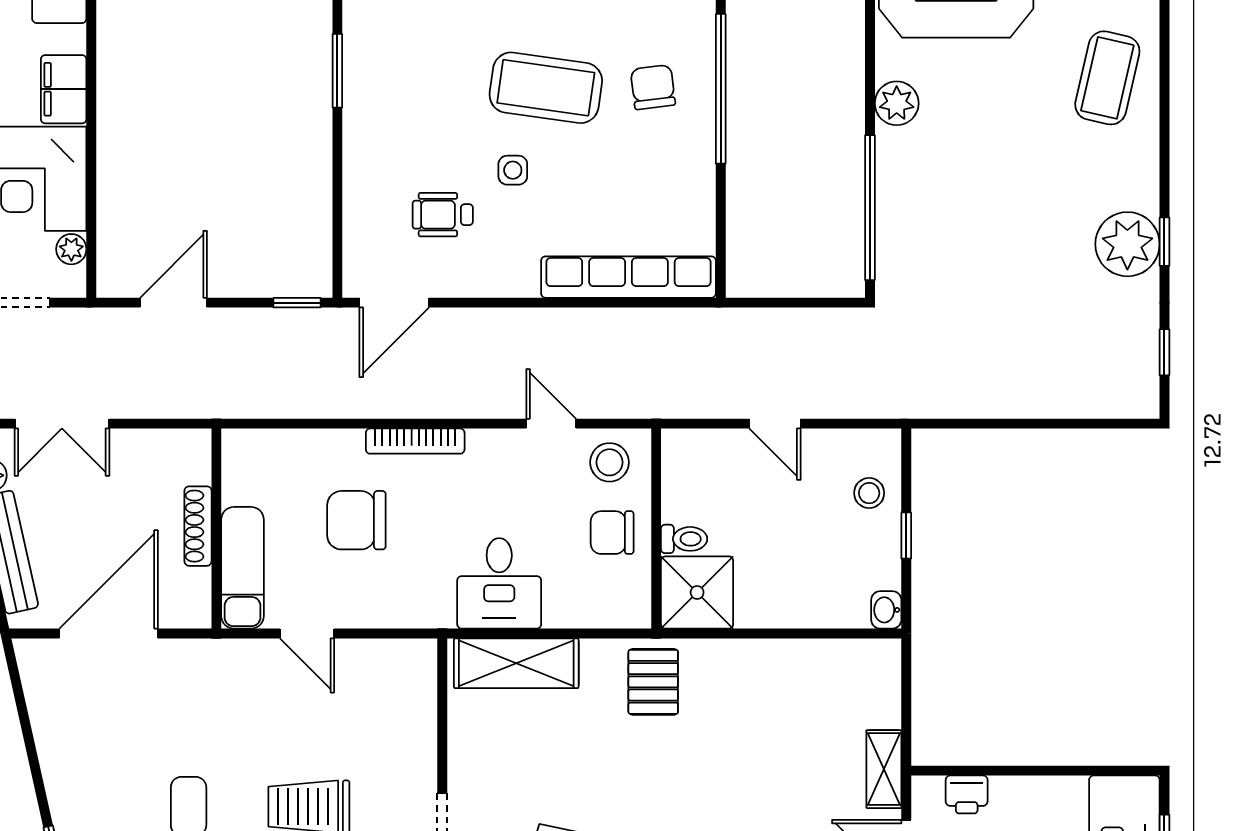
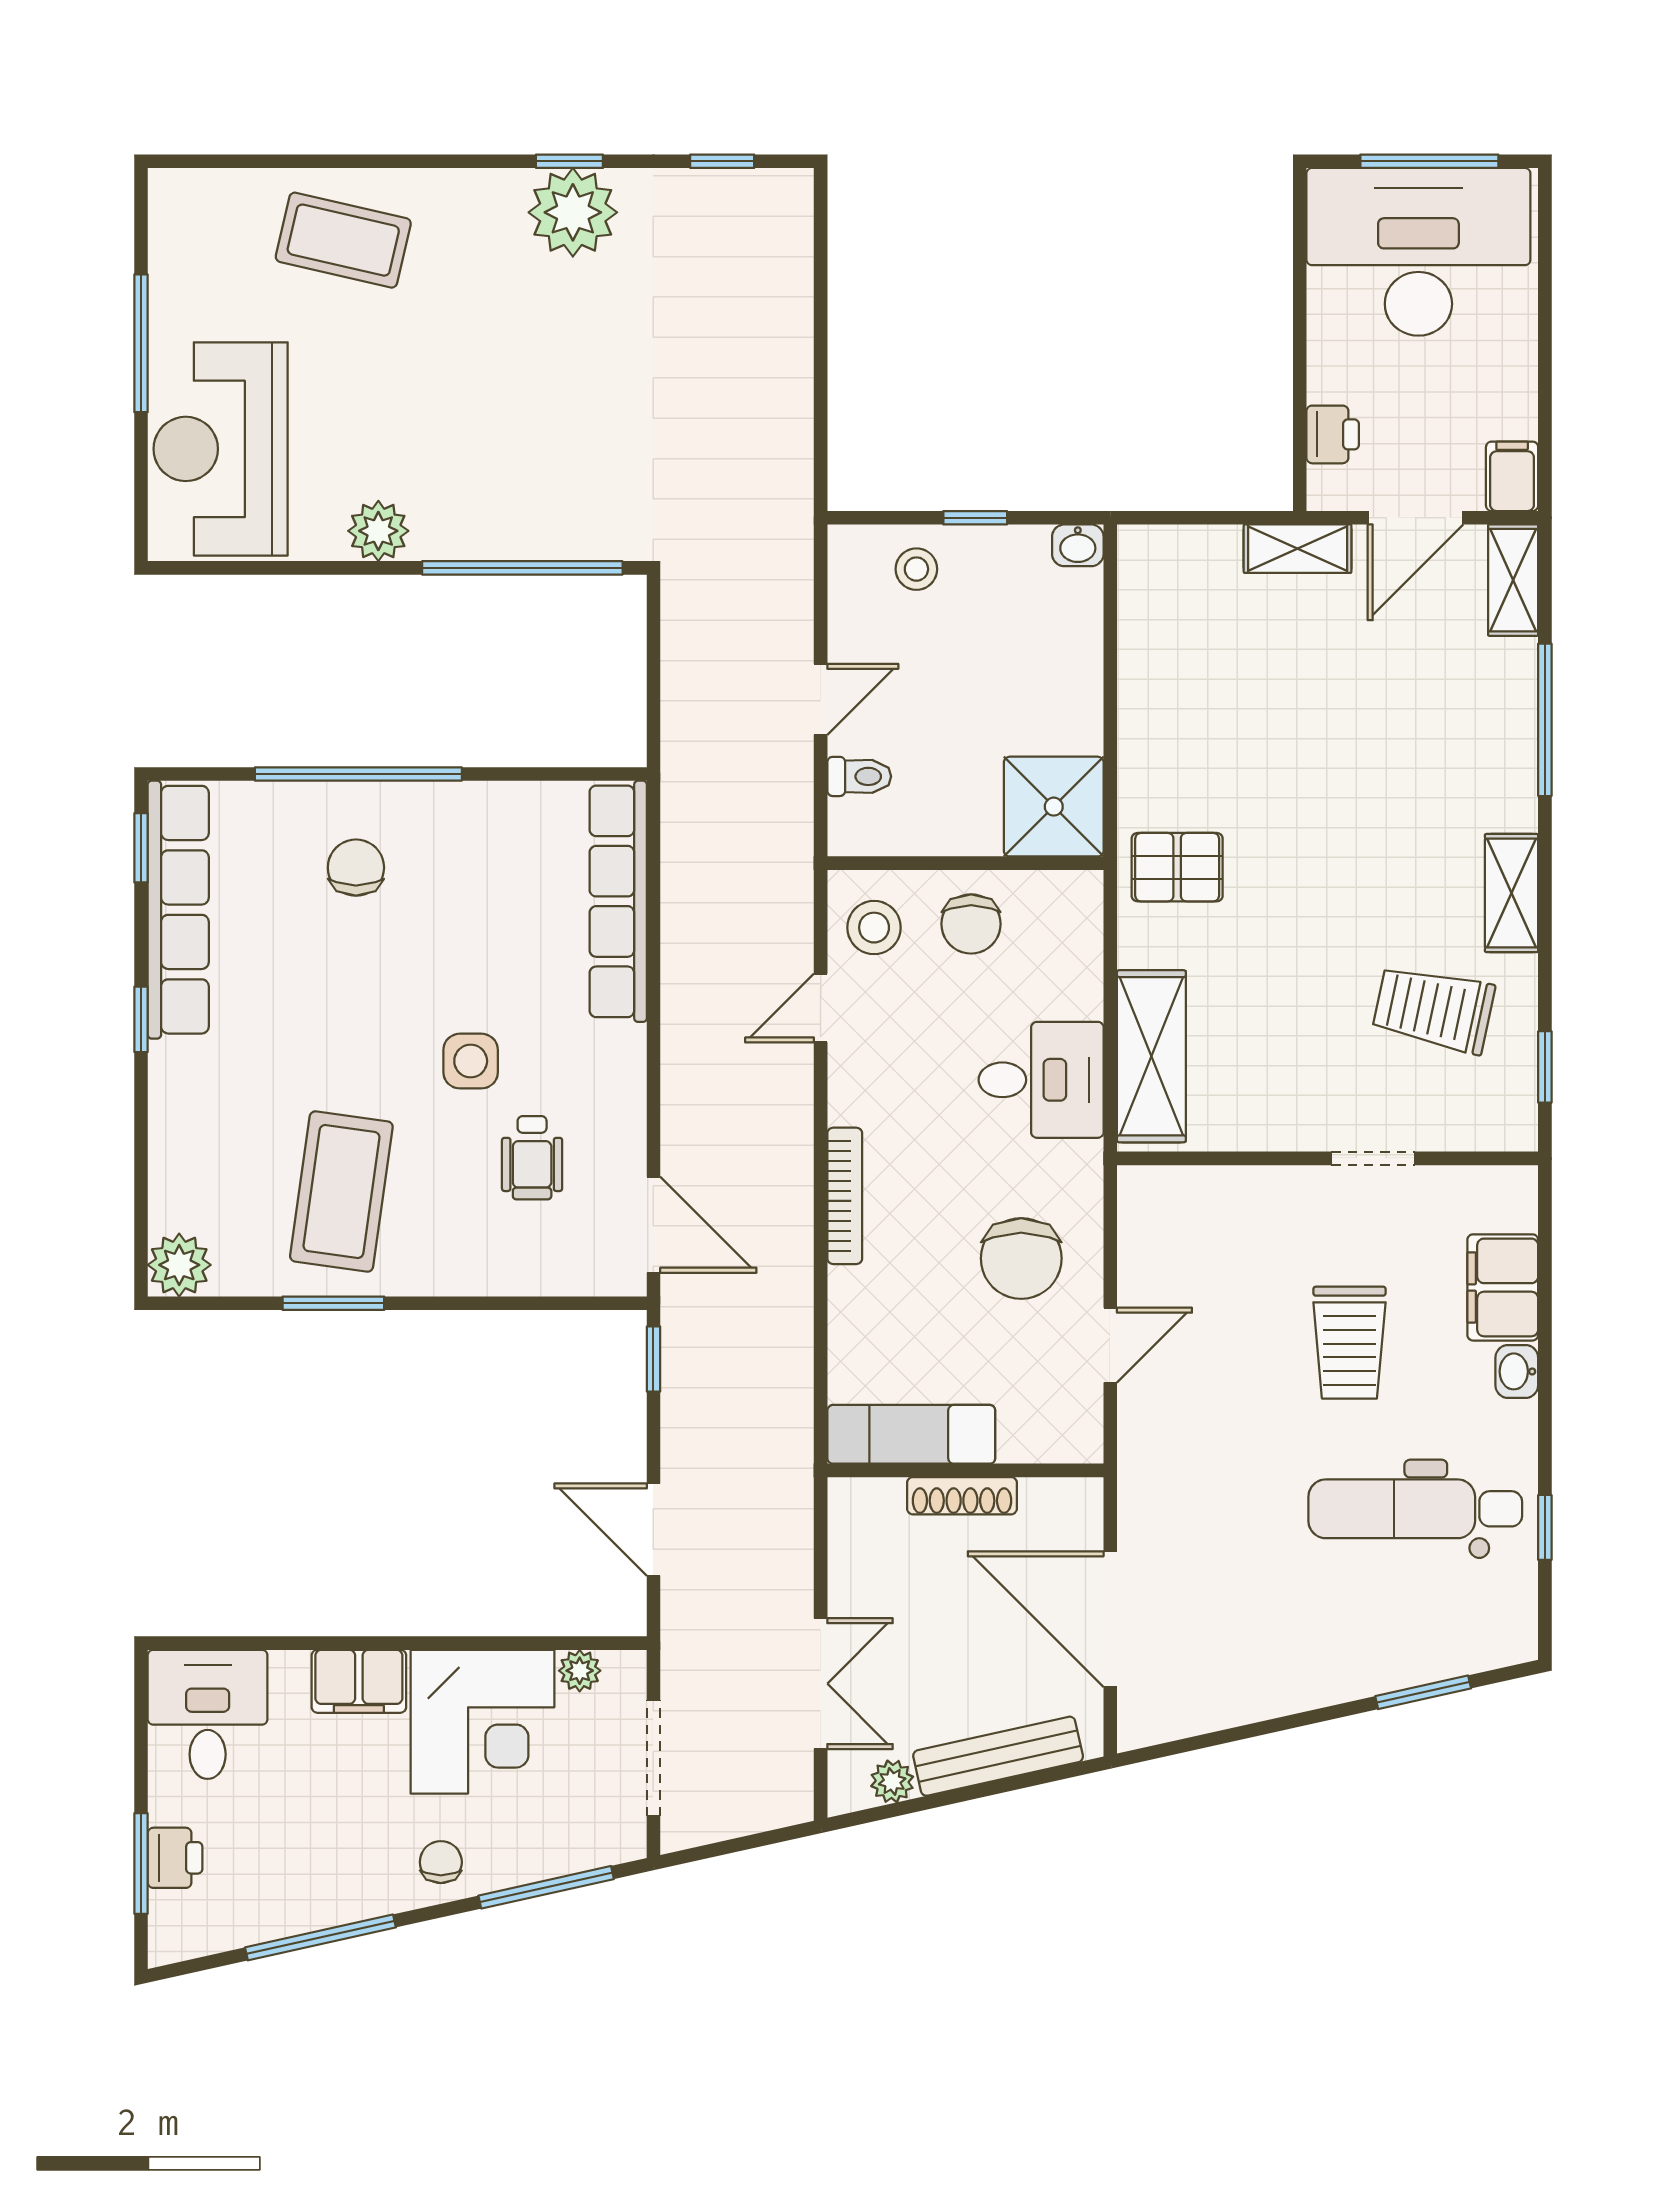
chair: (653, 87) -> (356, 868), turned 97
coffee table: (546, 88) -> (341, 1192), moved
side table: (513, 170) -> (471, 1061), width x1.37, depth x1.37
chair: (356, 520) -> (1021, 1258), moved
toilet: (684, 539) -> (859, 776), moved, turned 90
exam couch: (242, 568) -> (911, 1434), moved

